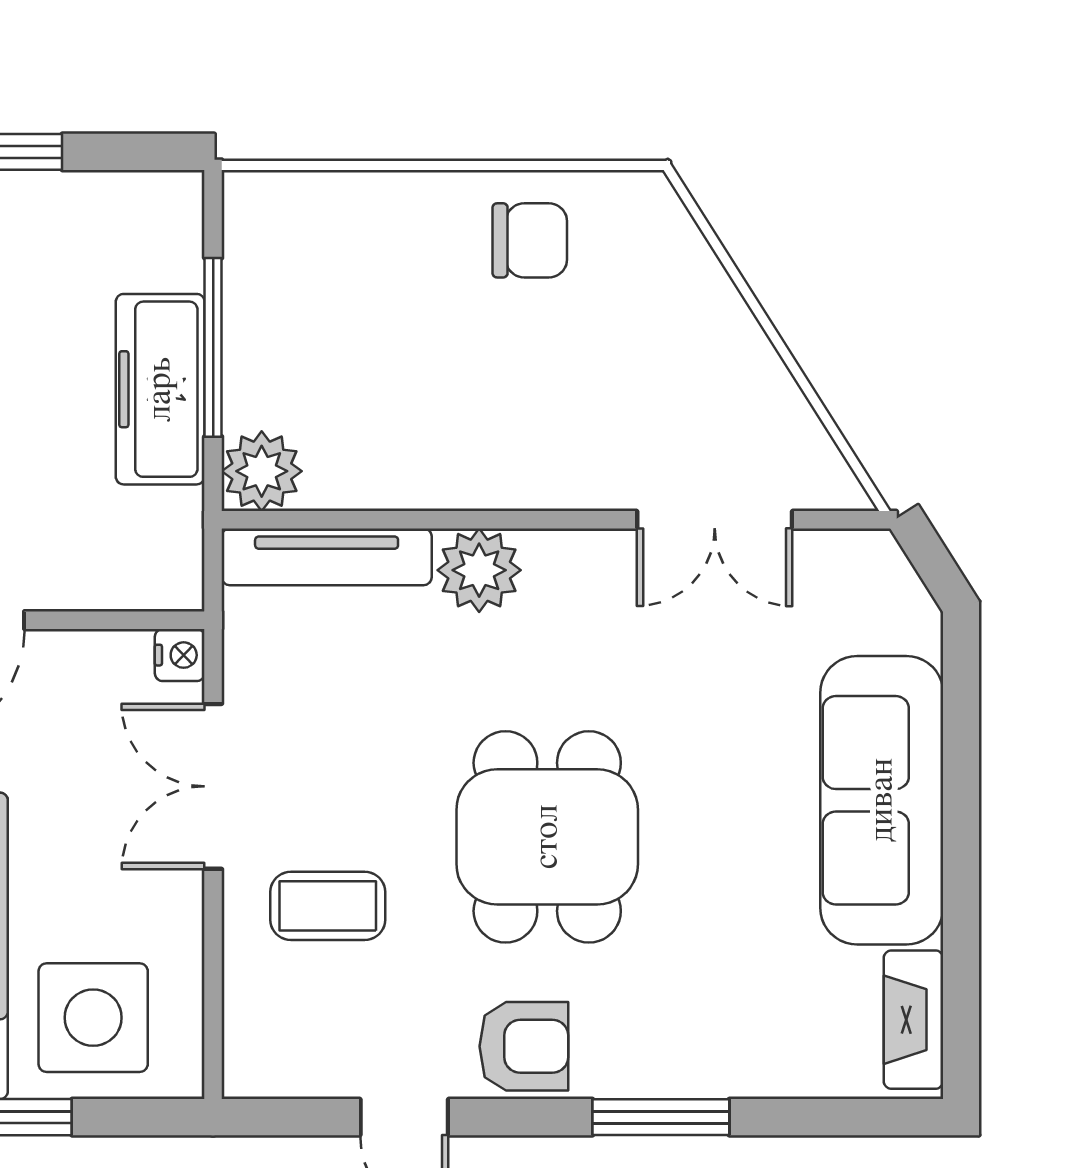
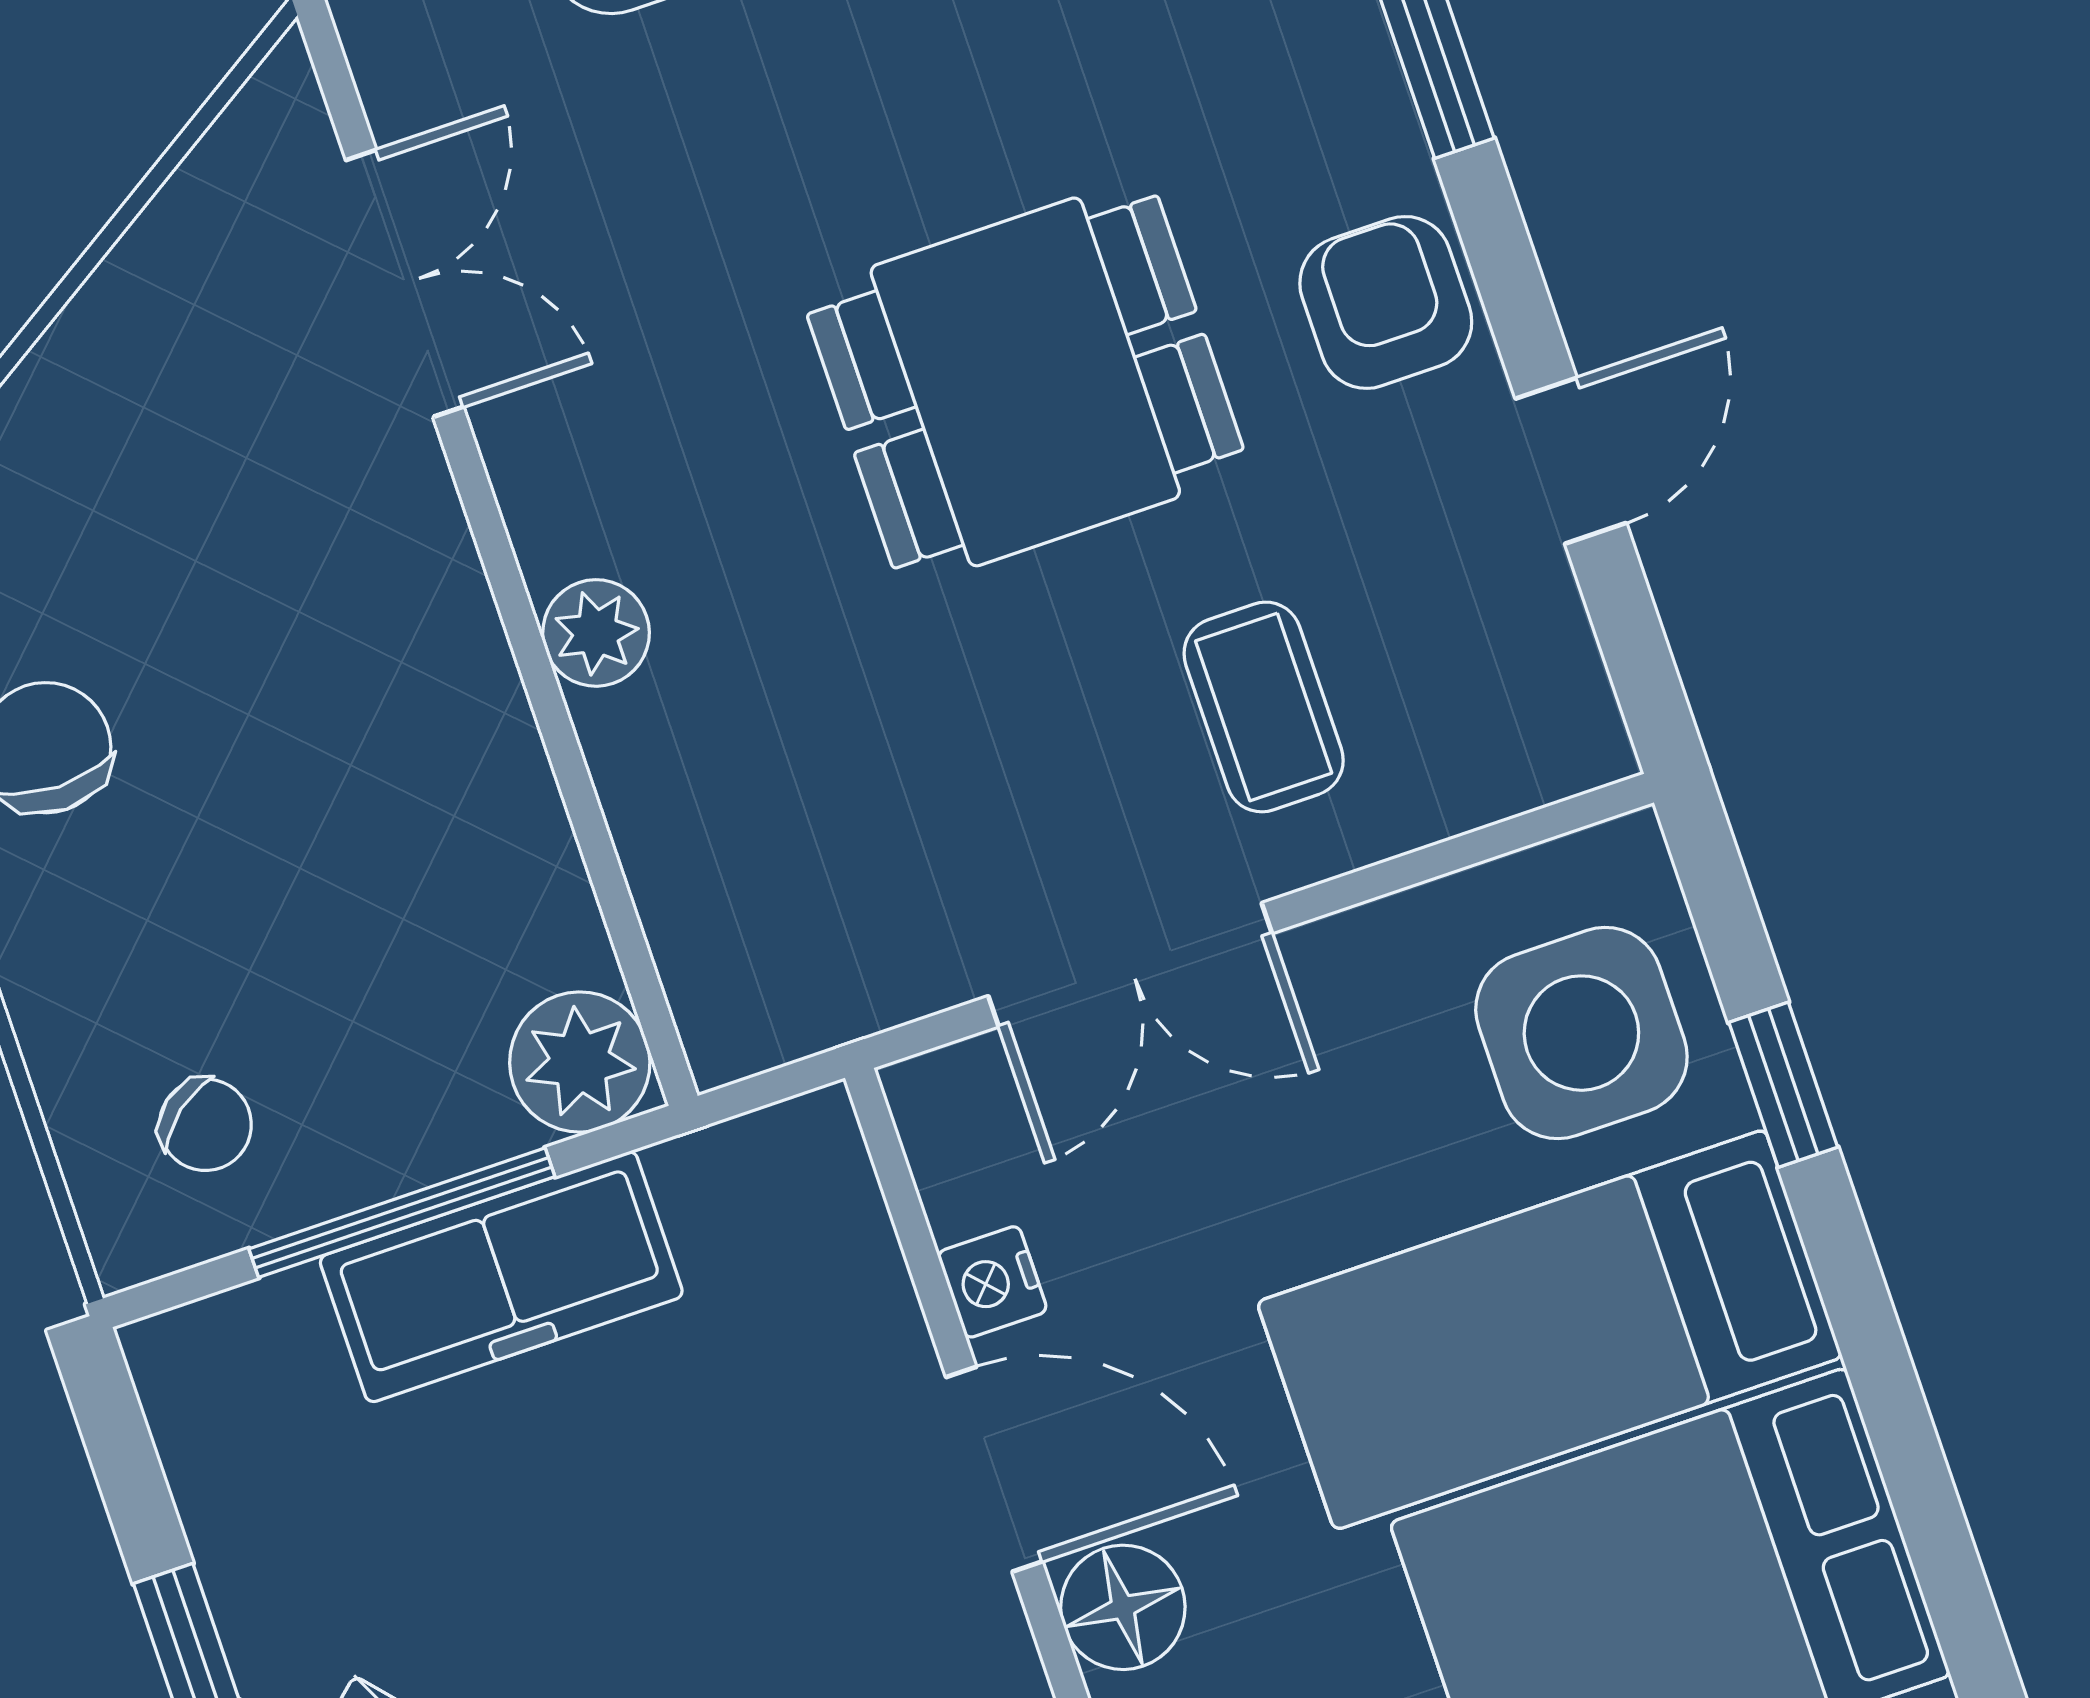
chair: (297, 257) -> (205, 1125), added
tv unit: (327, 557) -> (685, 906), removed
plant: (479, 570) -> (596, 633), width x0.73, depth x0.73
nightstand: (180, 655) -> (992, 1282), moved, turned -90

